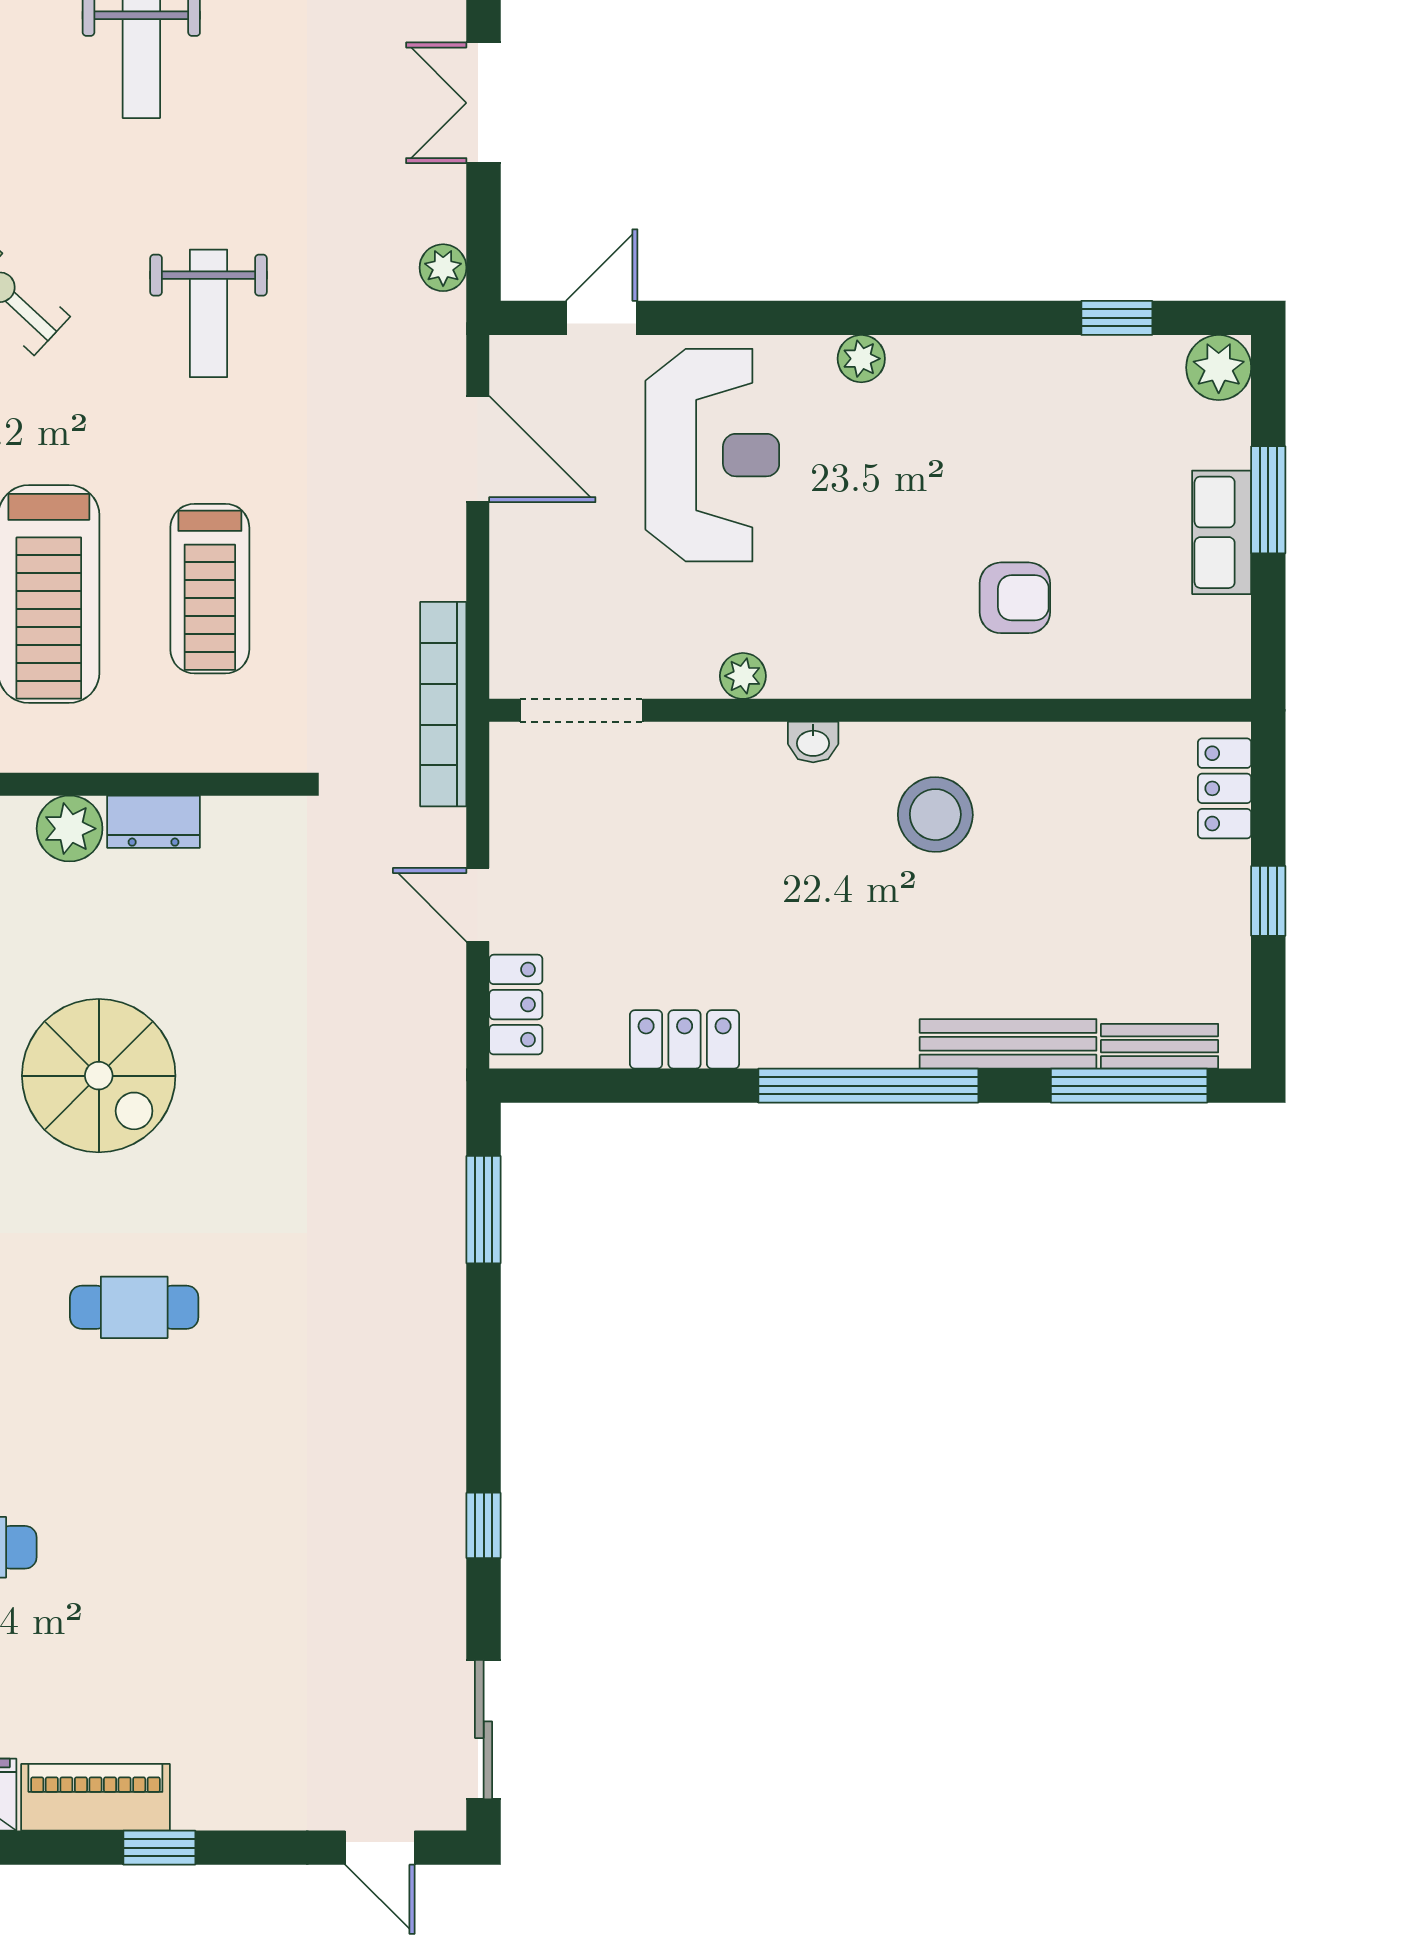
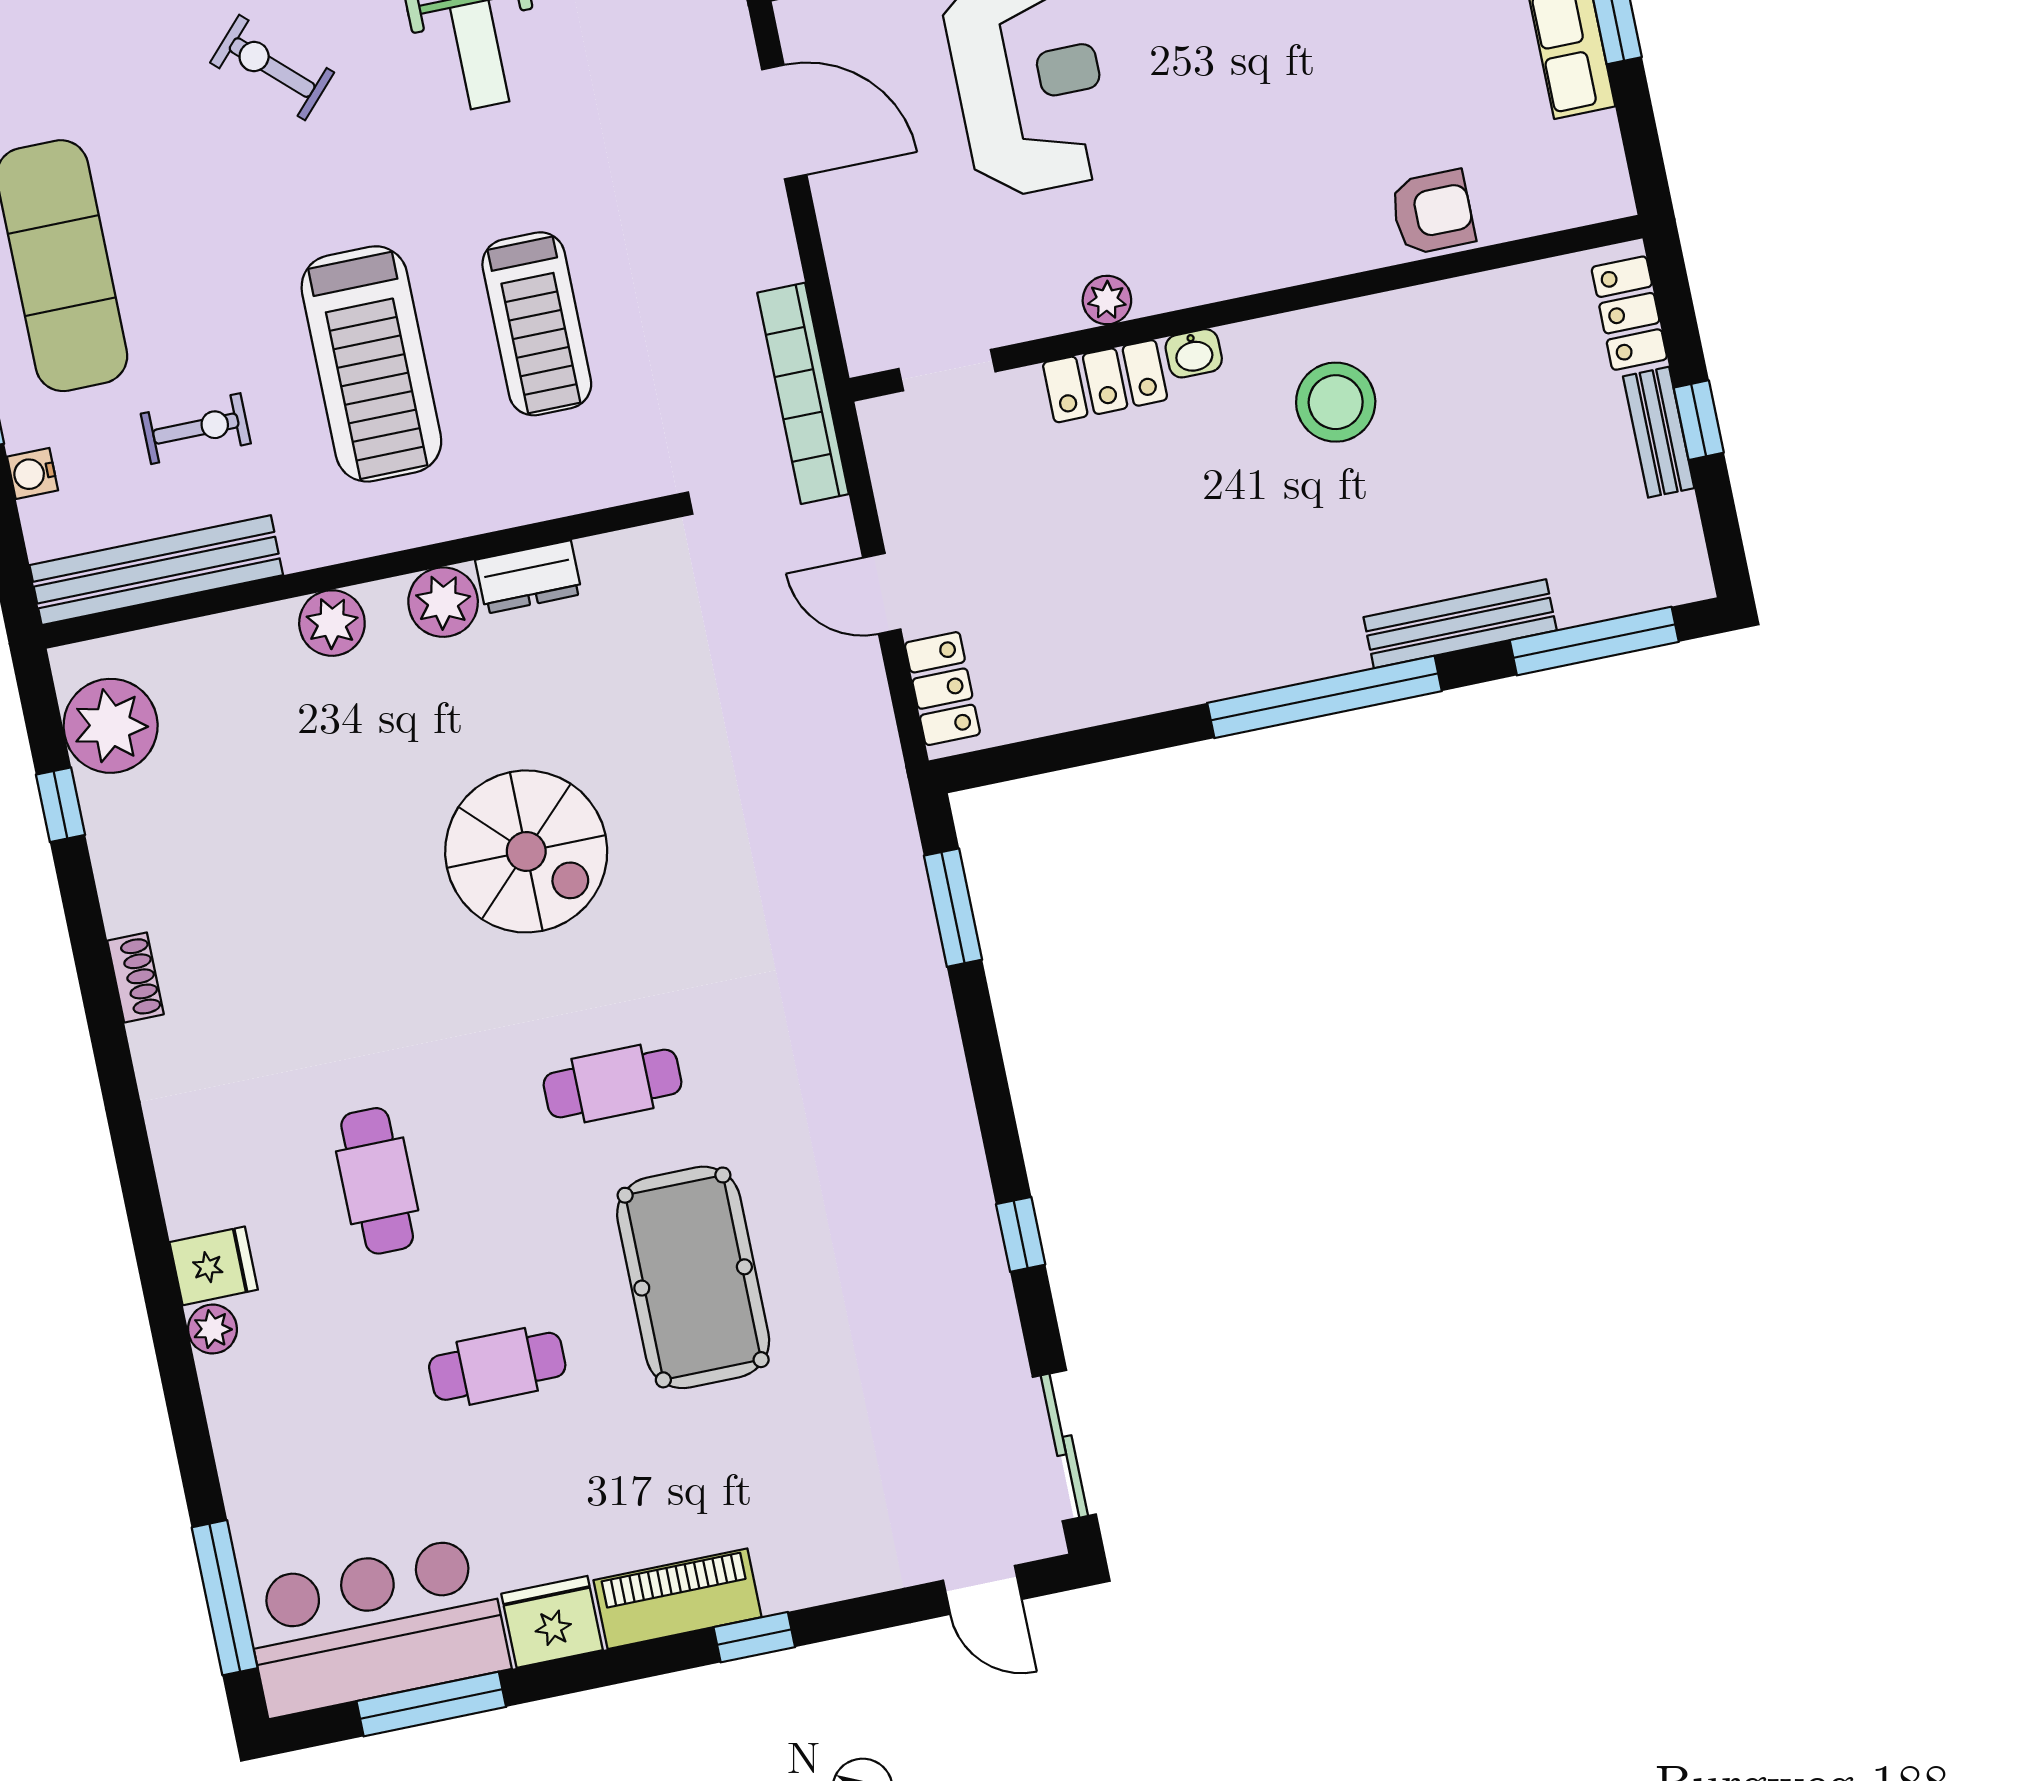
armchair: (1015, 598) -> (1433, 212), moved
doorway: (581, 710) -> (947, 370), width x0.73
locker: (685, 1039) -> (1105, 381), moved, turned 180
bench: (1160, 1046) -> (1659, 432), moved, turned 90
pool table: (172, 1502) -> (693, 1277), added

